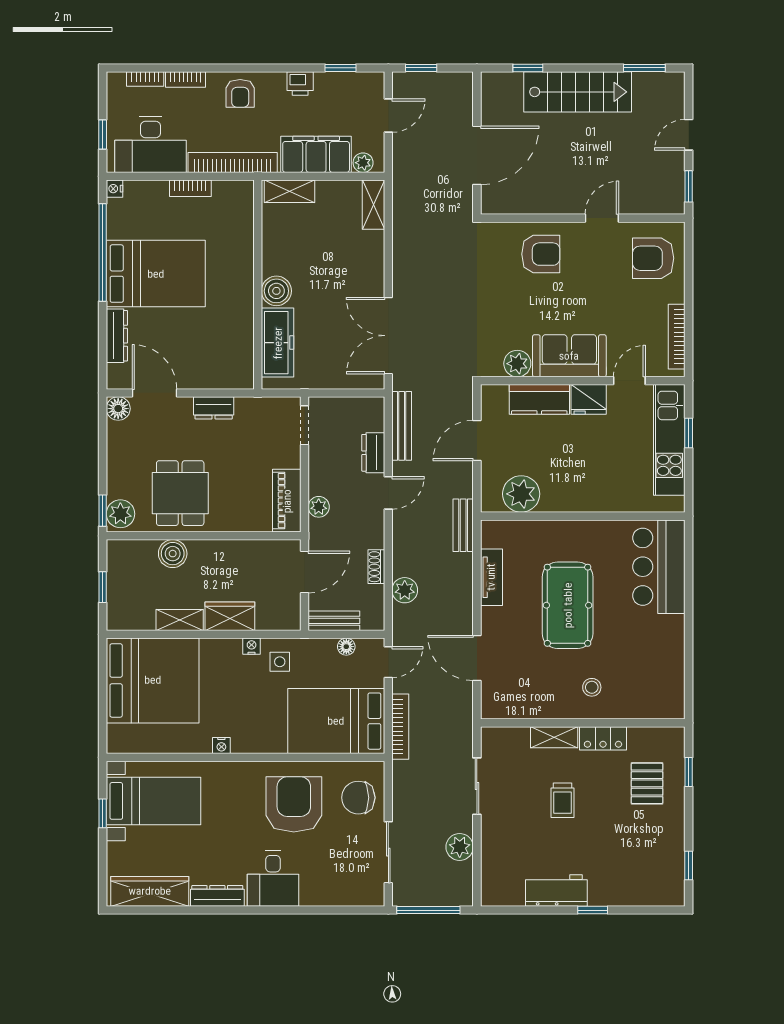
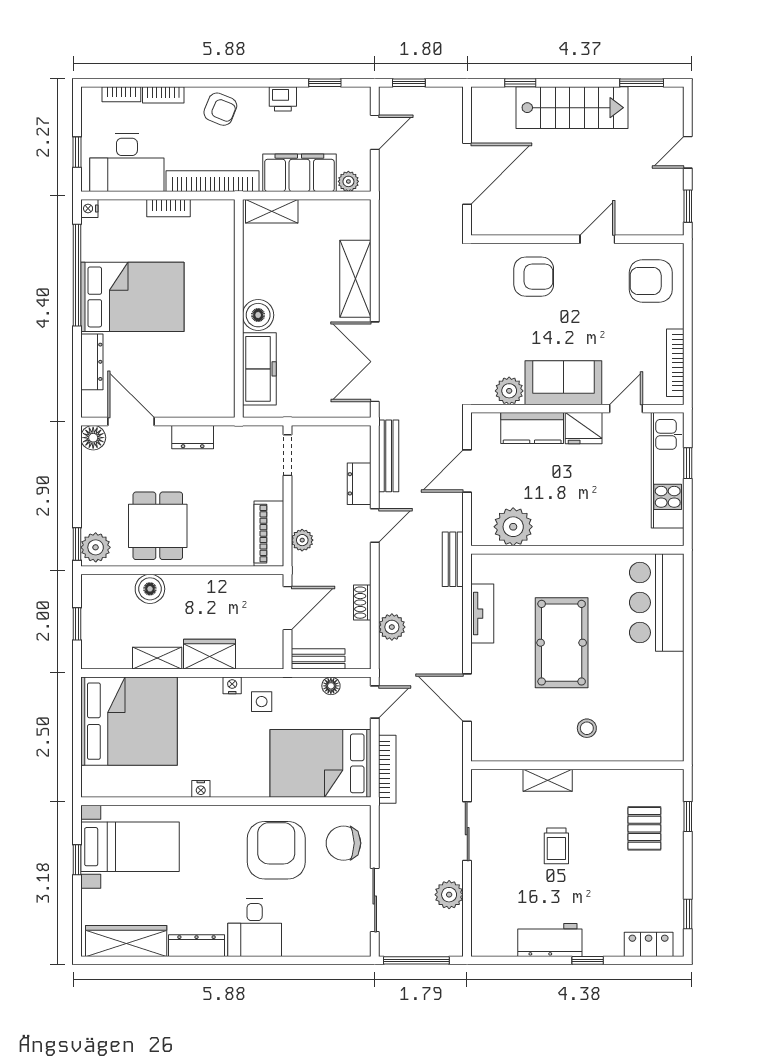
armchair: (240, 93) -> (220, 109), turned -68
shelving: (373, 205) -> (355, 279), moved, width x1.50, depth x1.33
locker: (603, 738) -> (649, 944), moved, turned 180

